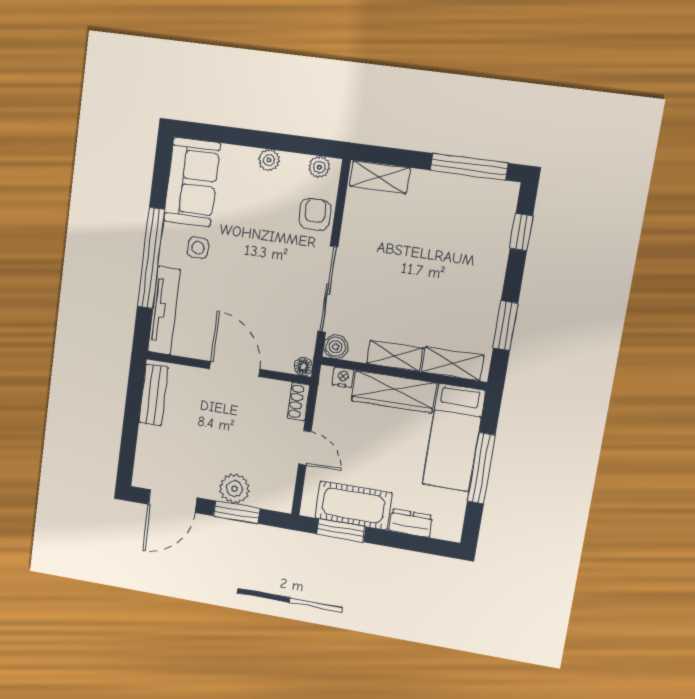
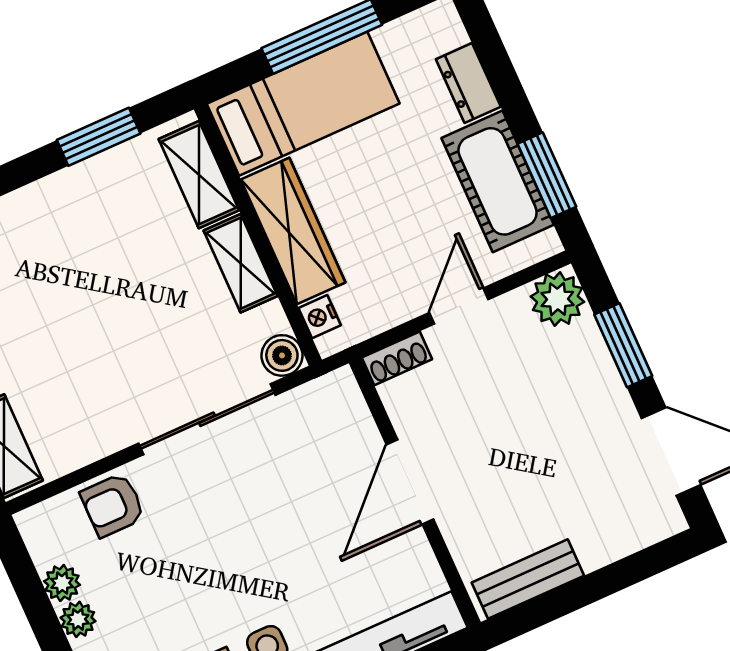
plant: (319, 167) -> (62, 583), moved
floor lamp: (303, 367) -> (341, 384), removed
plant: (235, 489) -> (557, 299), moved

